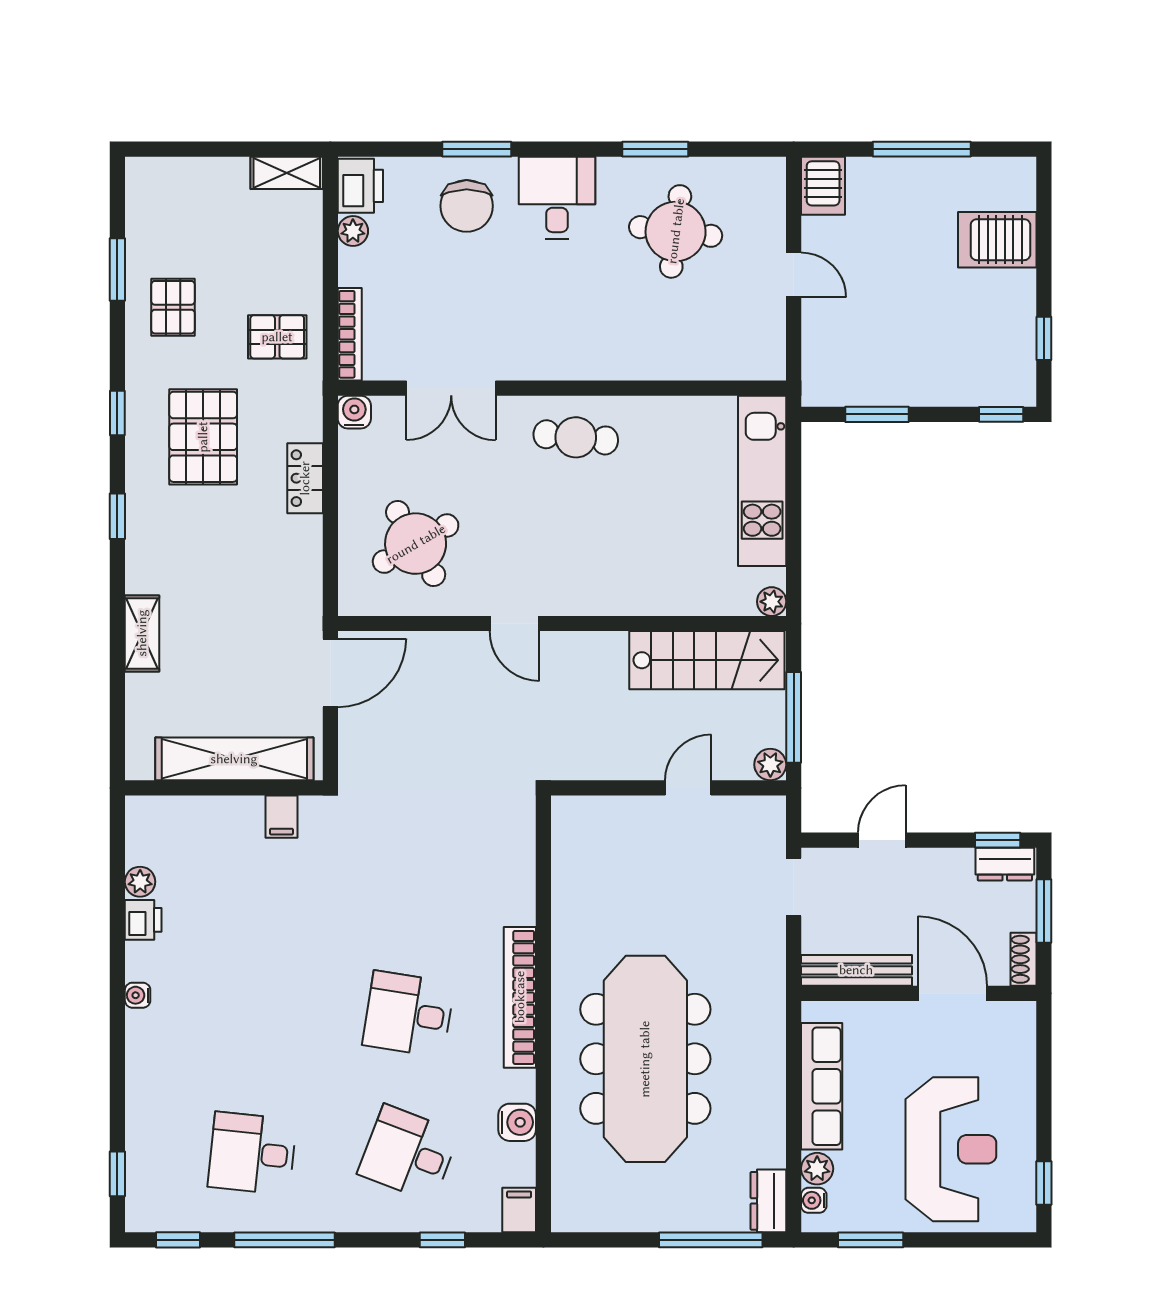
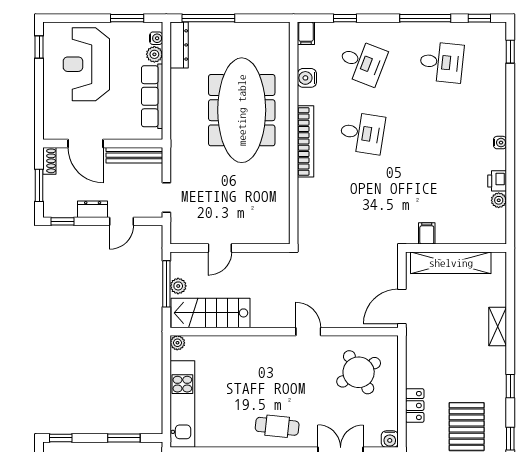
plant: (770, 765) -> (178, 286), moved
dresser: (1005, 864) -> (93, 209), moved
dresser: (768, 1201) -> (179, 45), width x1.44

